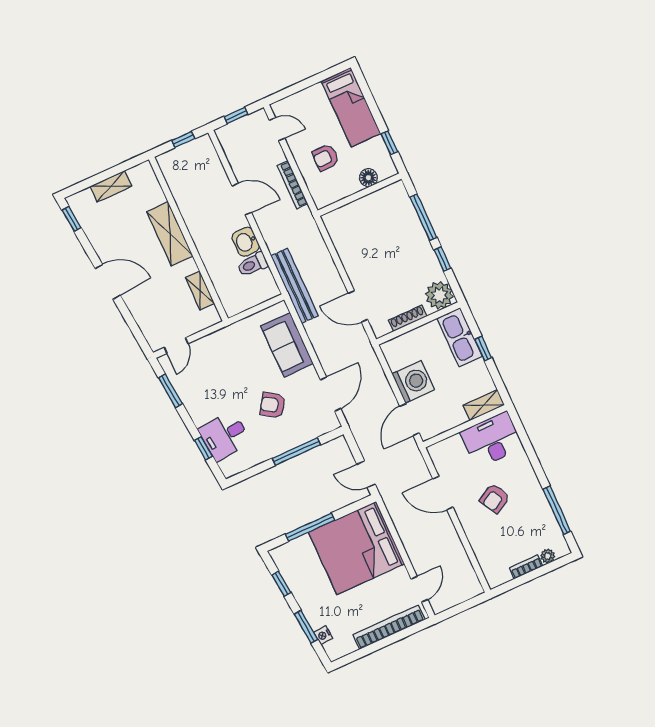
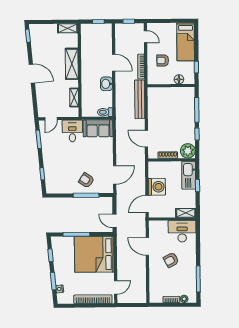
shelving: (111, 186) -> (68, 28), moved
toilet: (252, 264) -> (105, 112), moved
bench: (295, 286) -> (140, 99), moved
sofa: (287, 345) -> (98, 128), moved, turned -90
armchair: (273, 405) -> (86, 180), moved
desk: (225, 436) -> (72, 131), moved, turned 95

